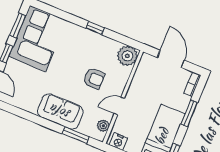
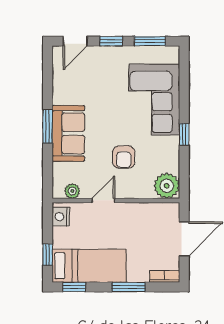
corner sofa: (38, 38) -> (154, 99), moved, turned 90
door: (119, 106) -> (103, 200), hinge flipped
window: (76, 135) -> (48, 126), moved

